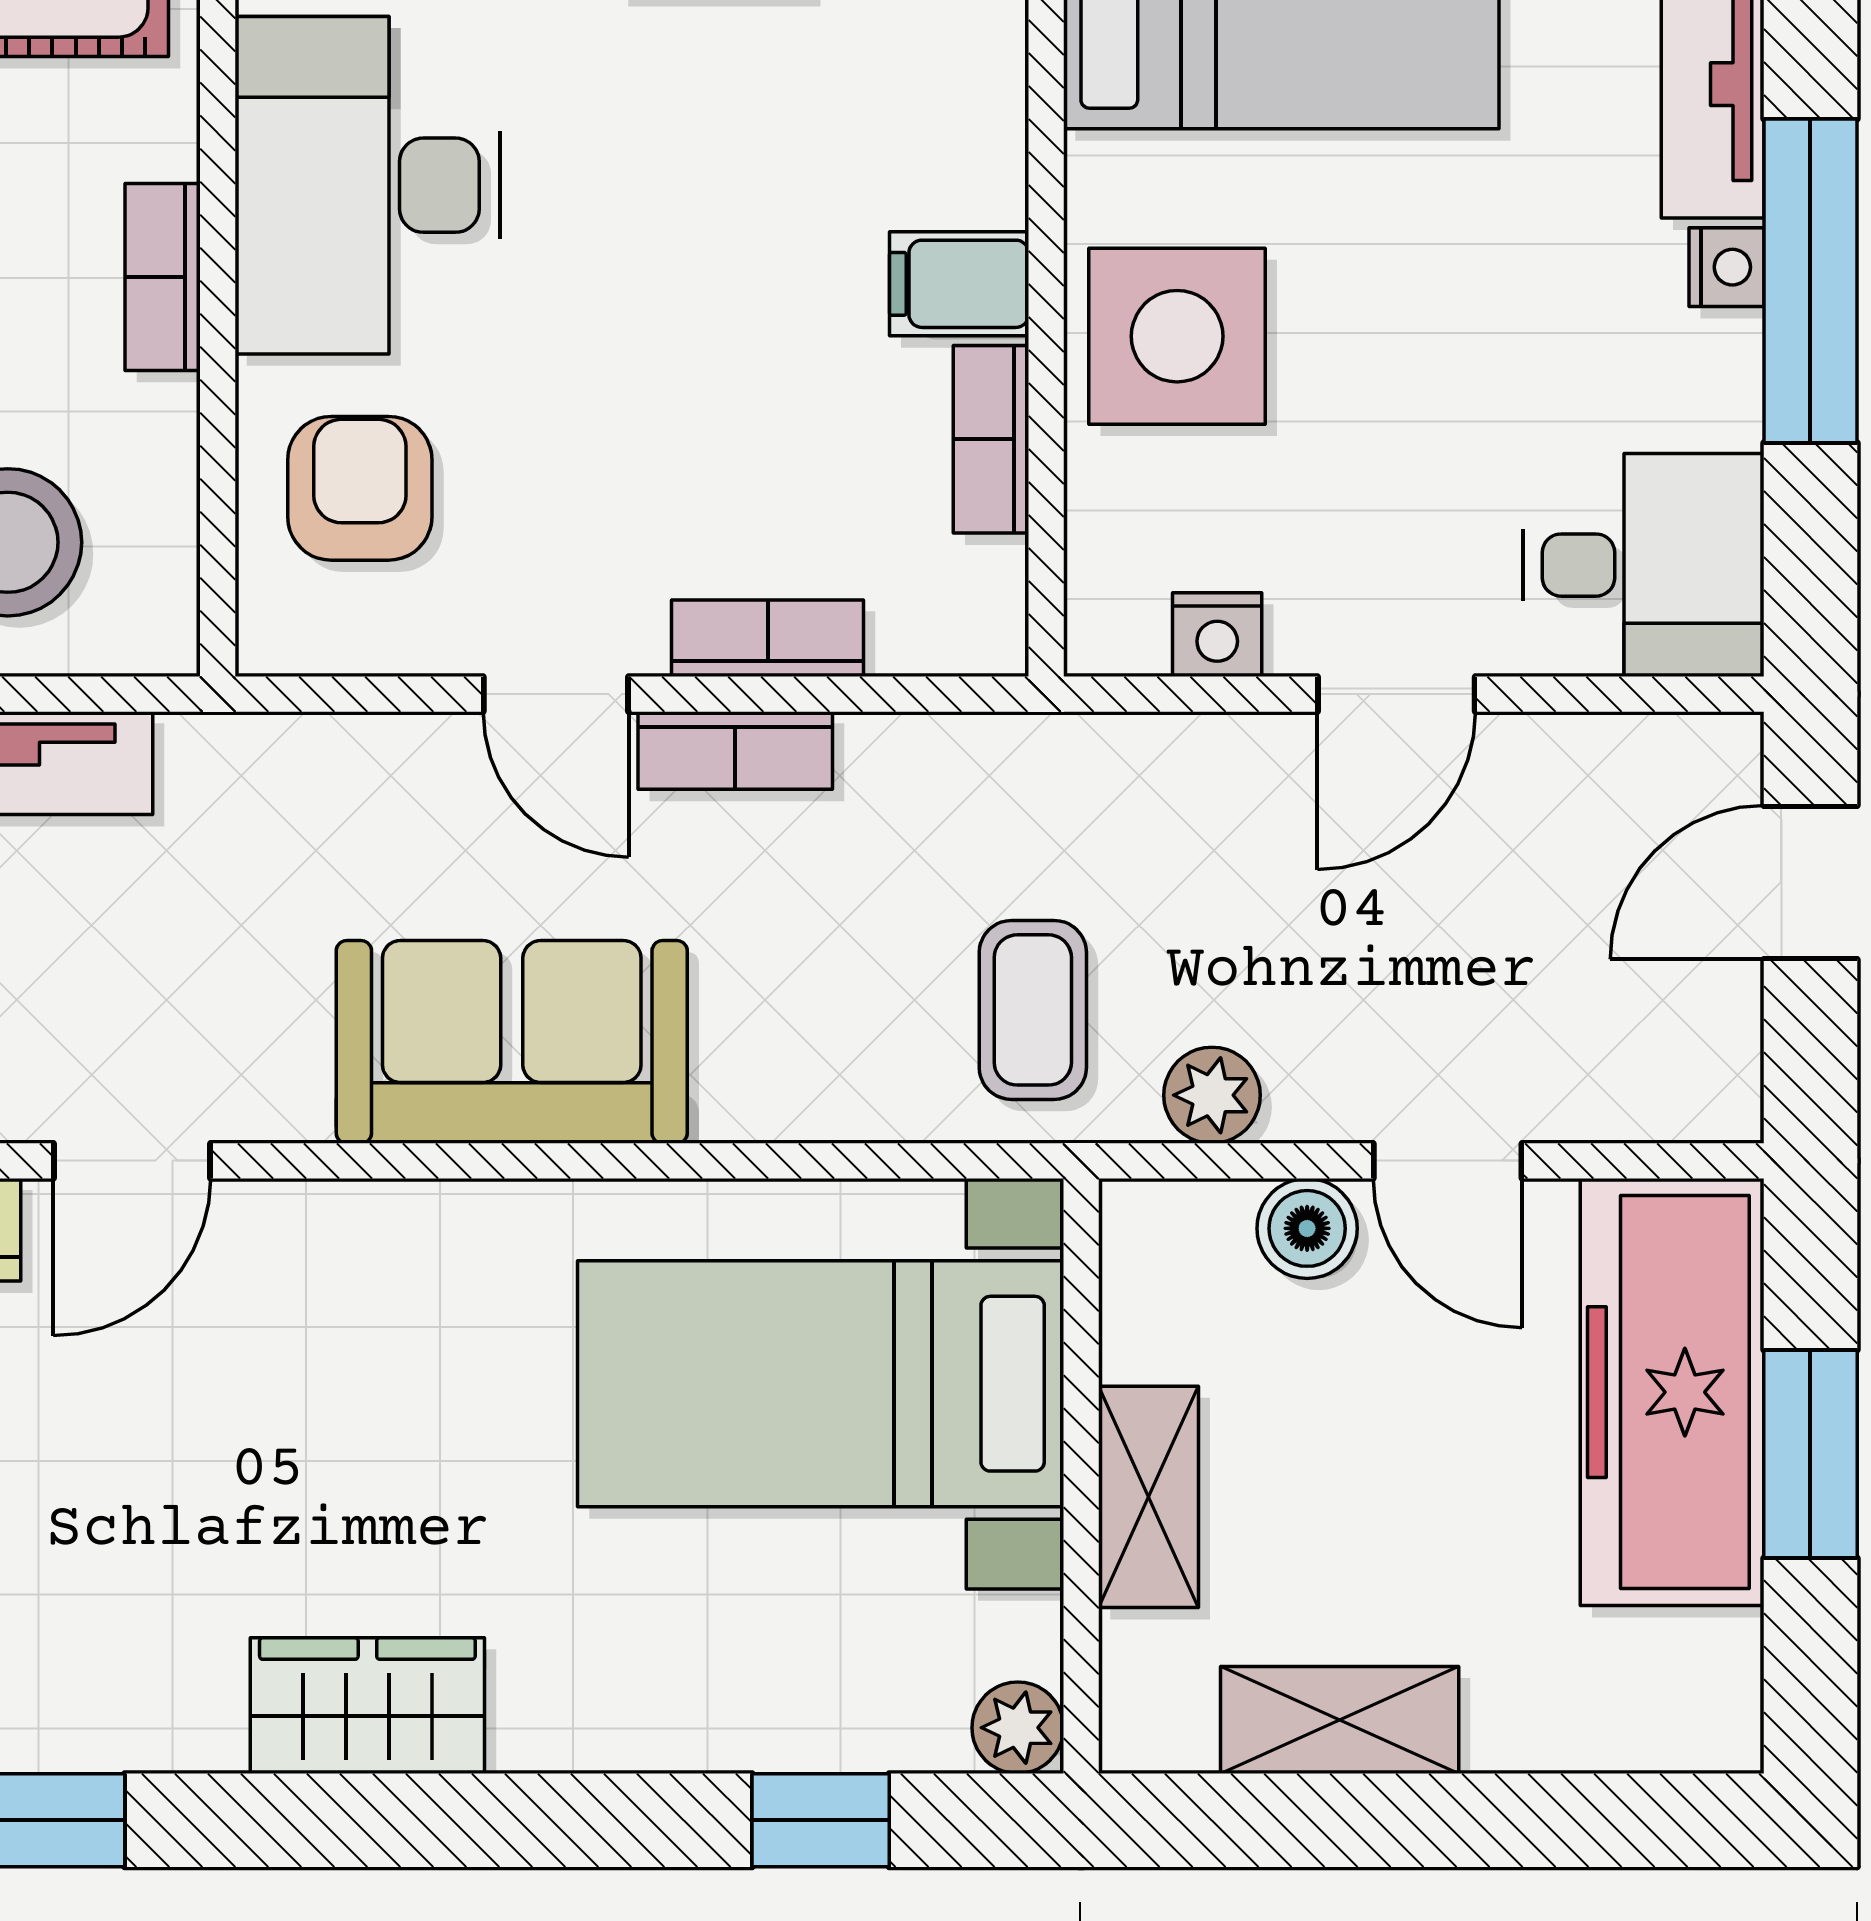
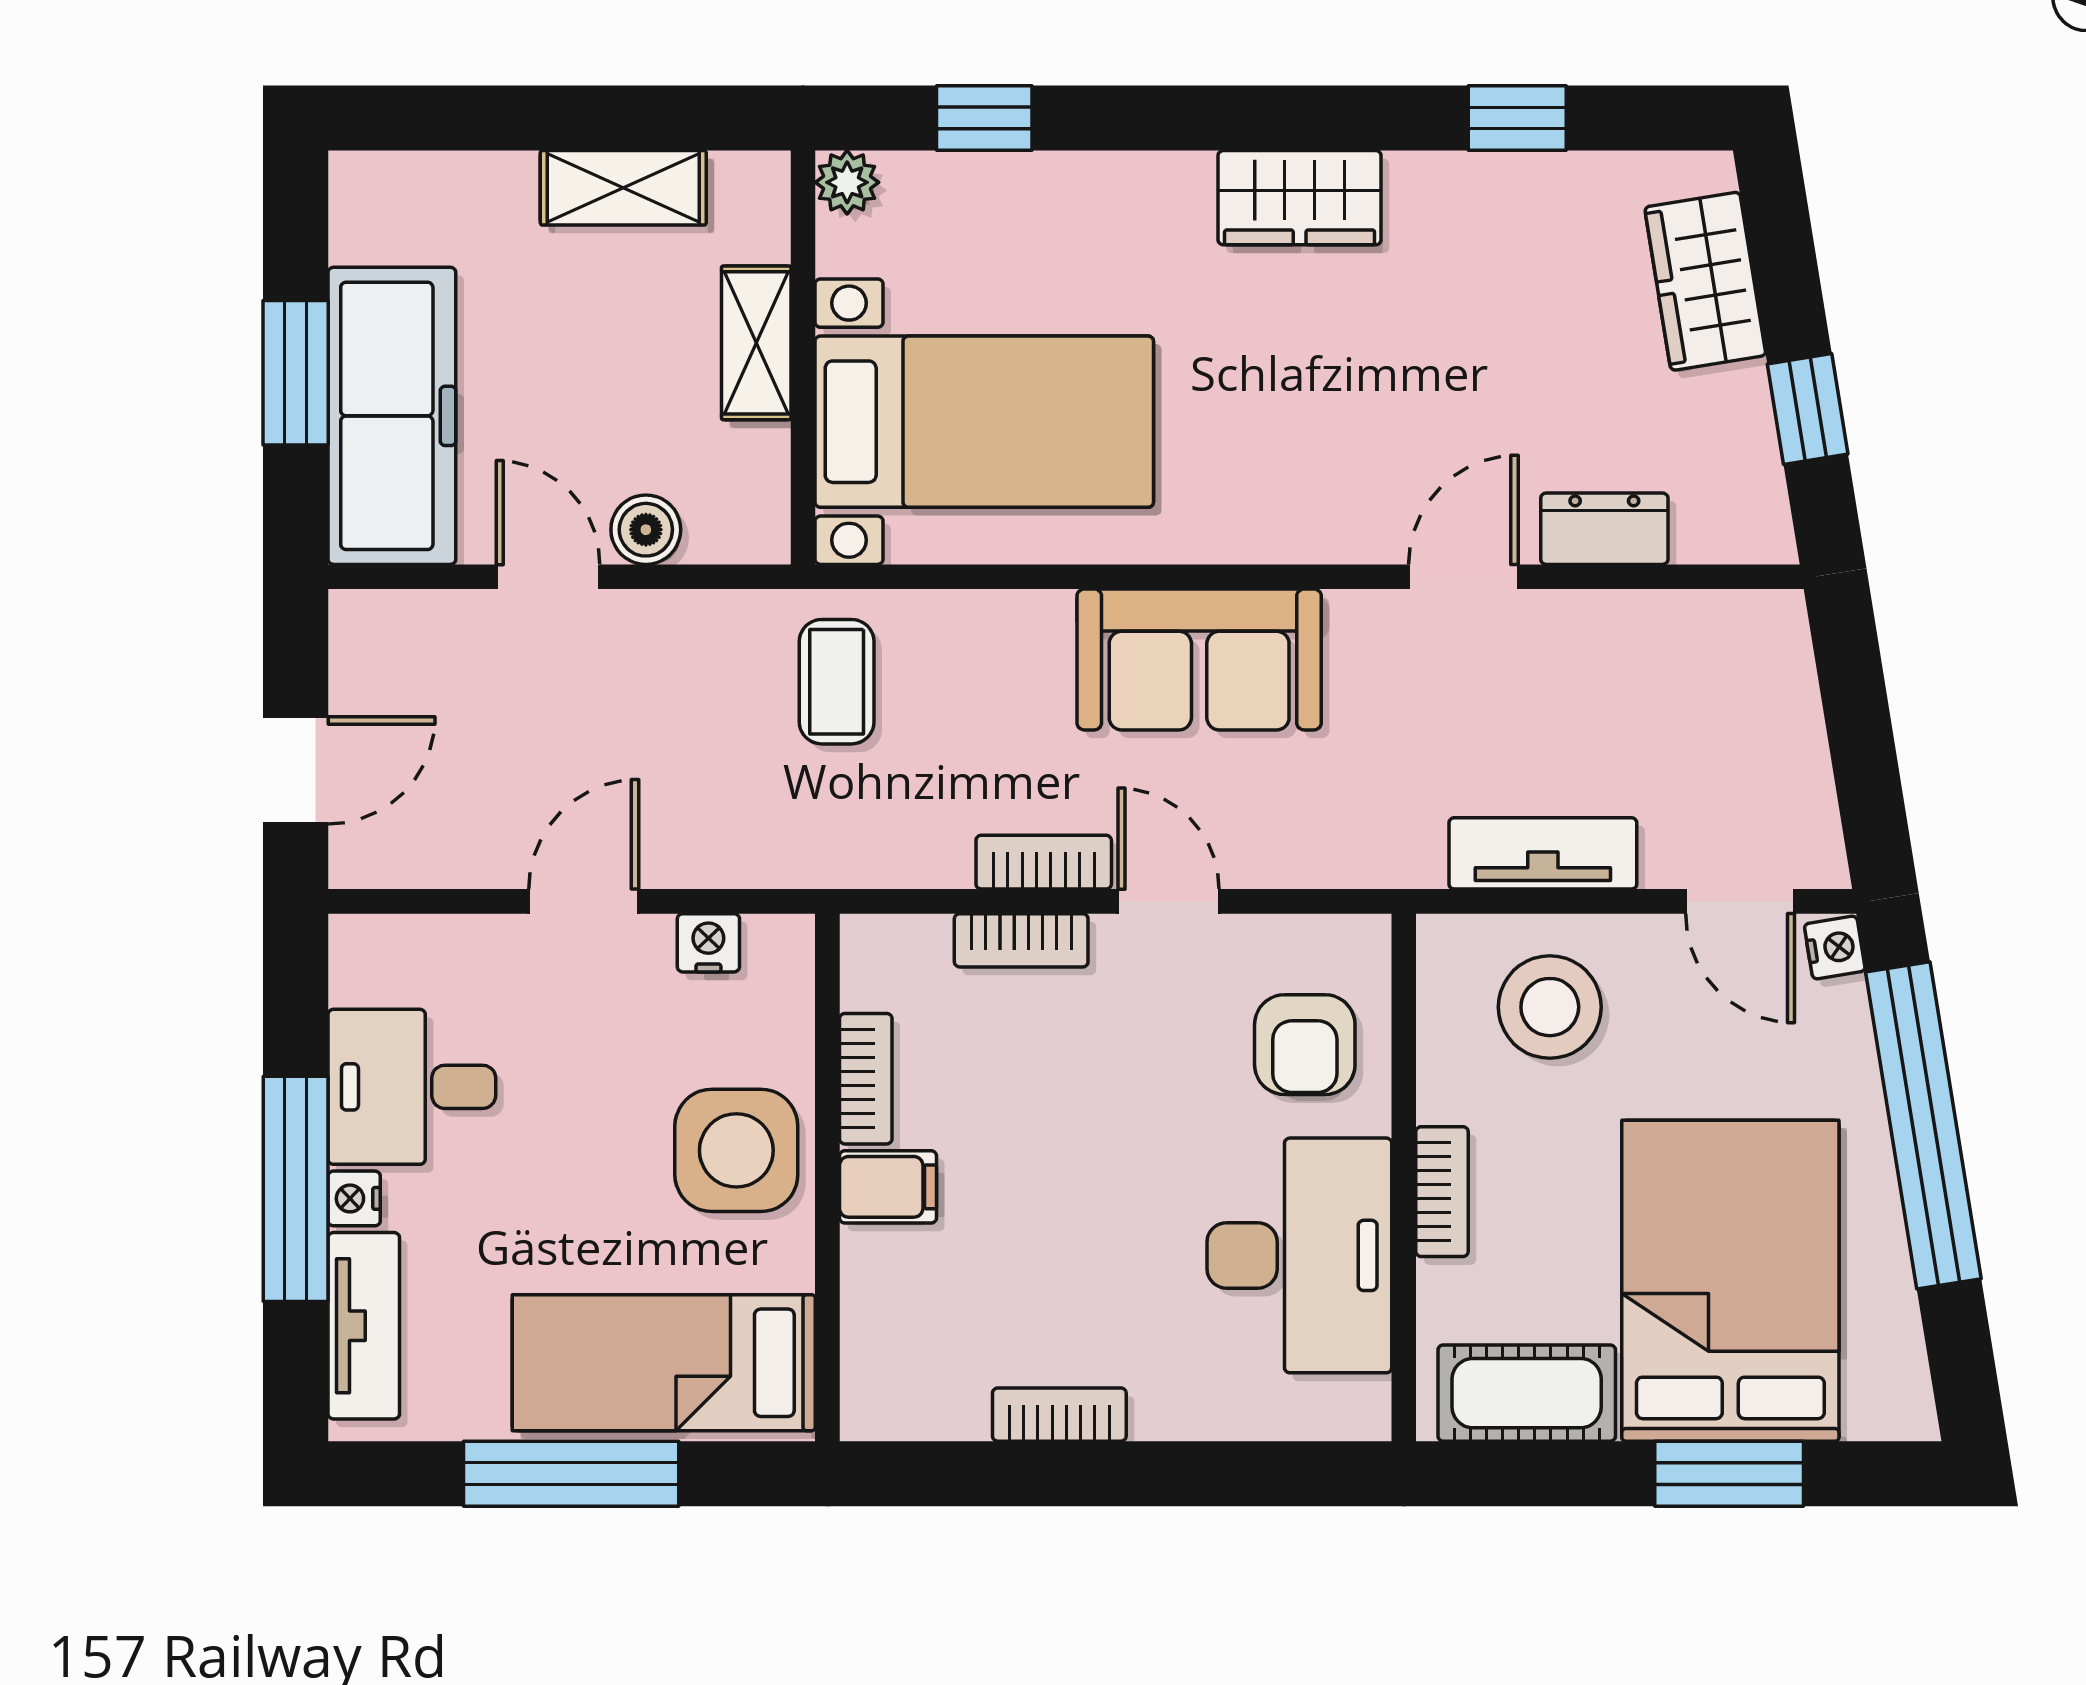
desk: (1643, 565) -> (412, 1087), moved
plant: (1212, 1095) -> (712, 622), removed

